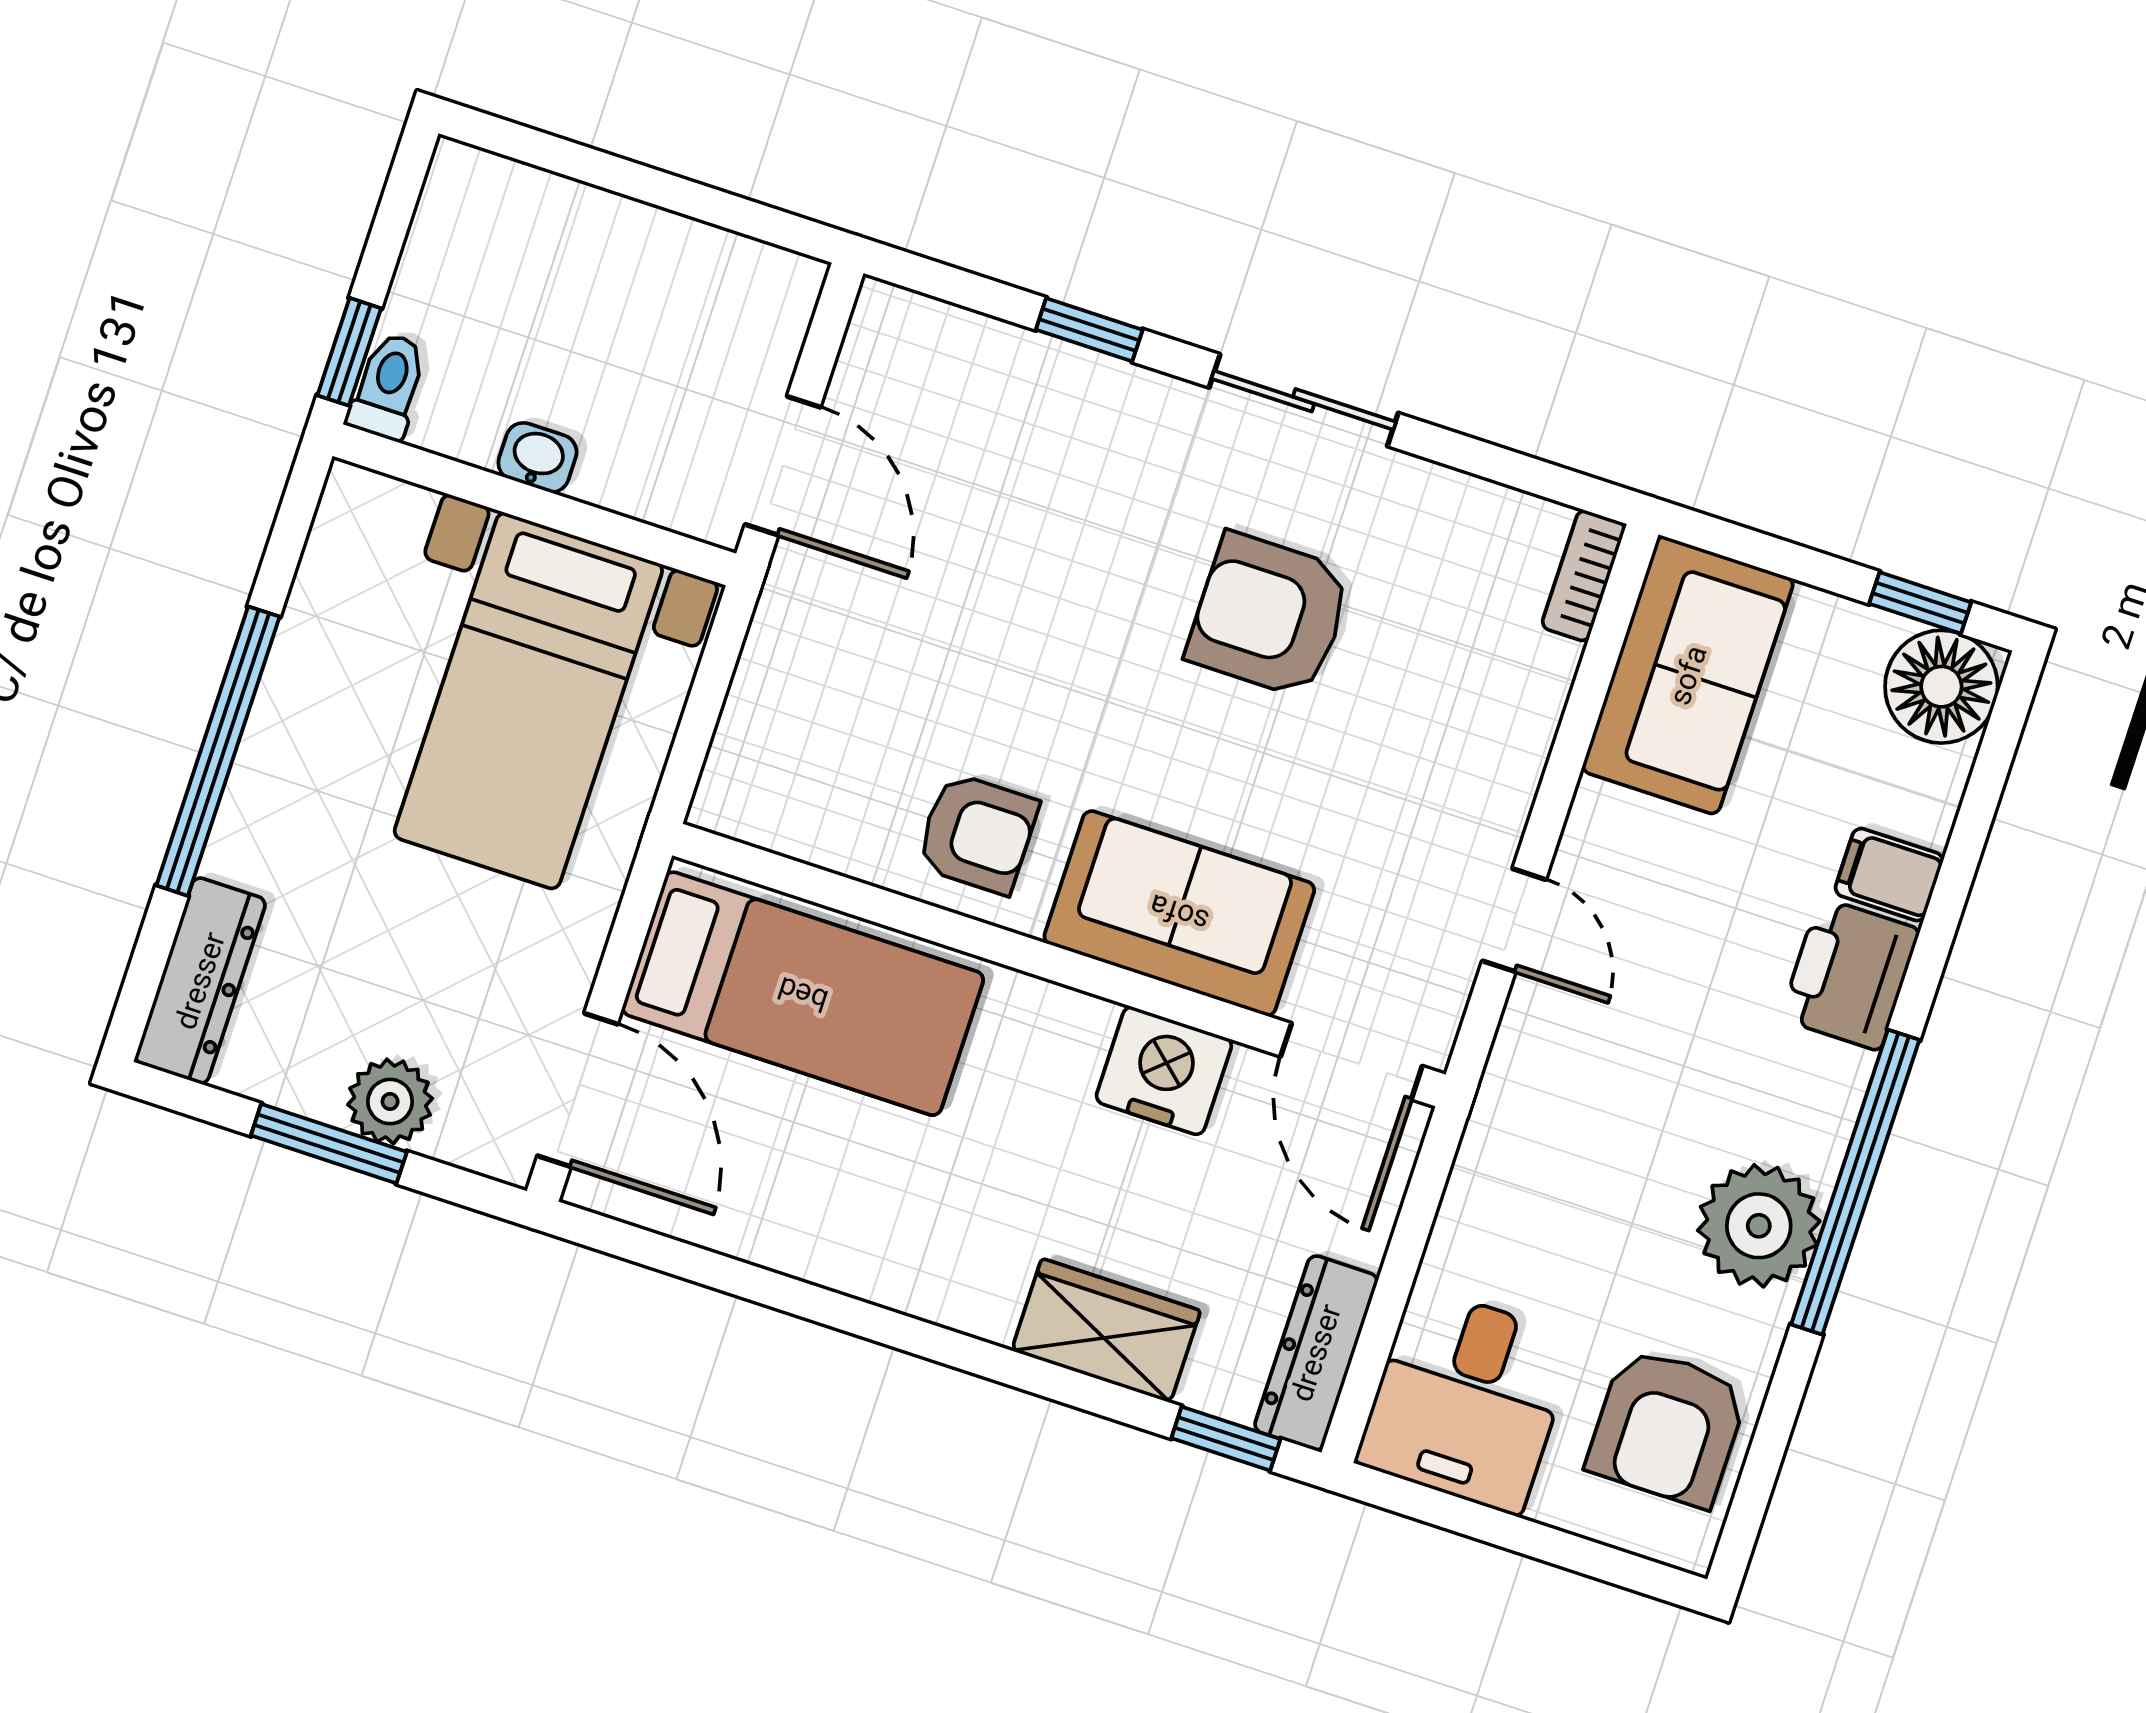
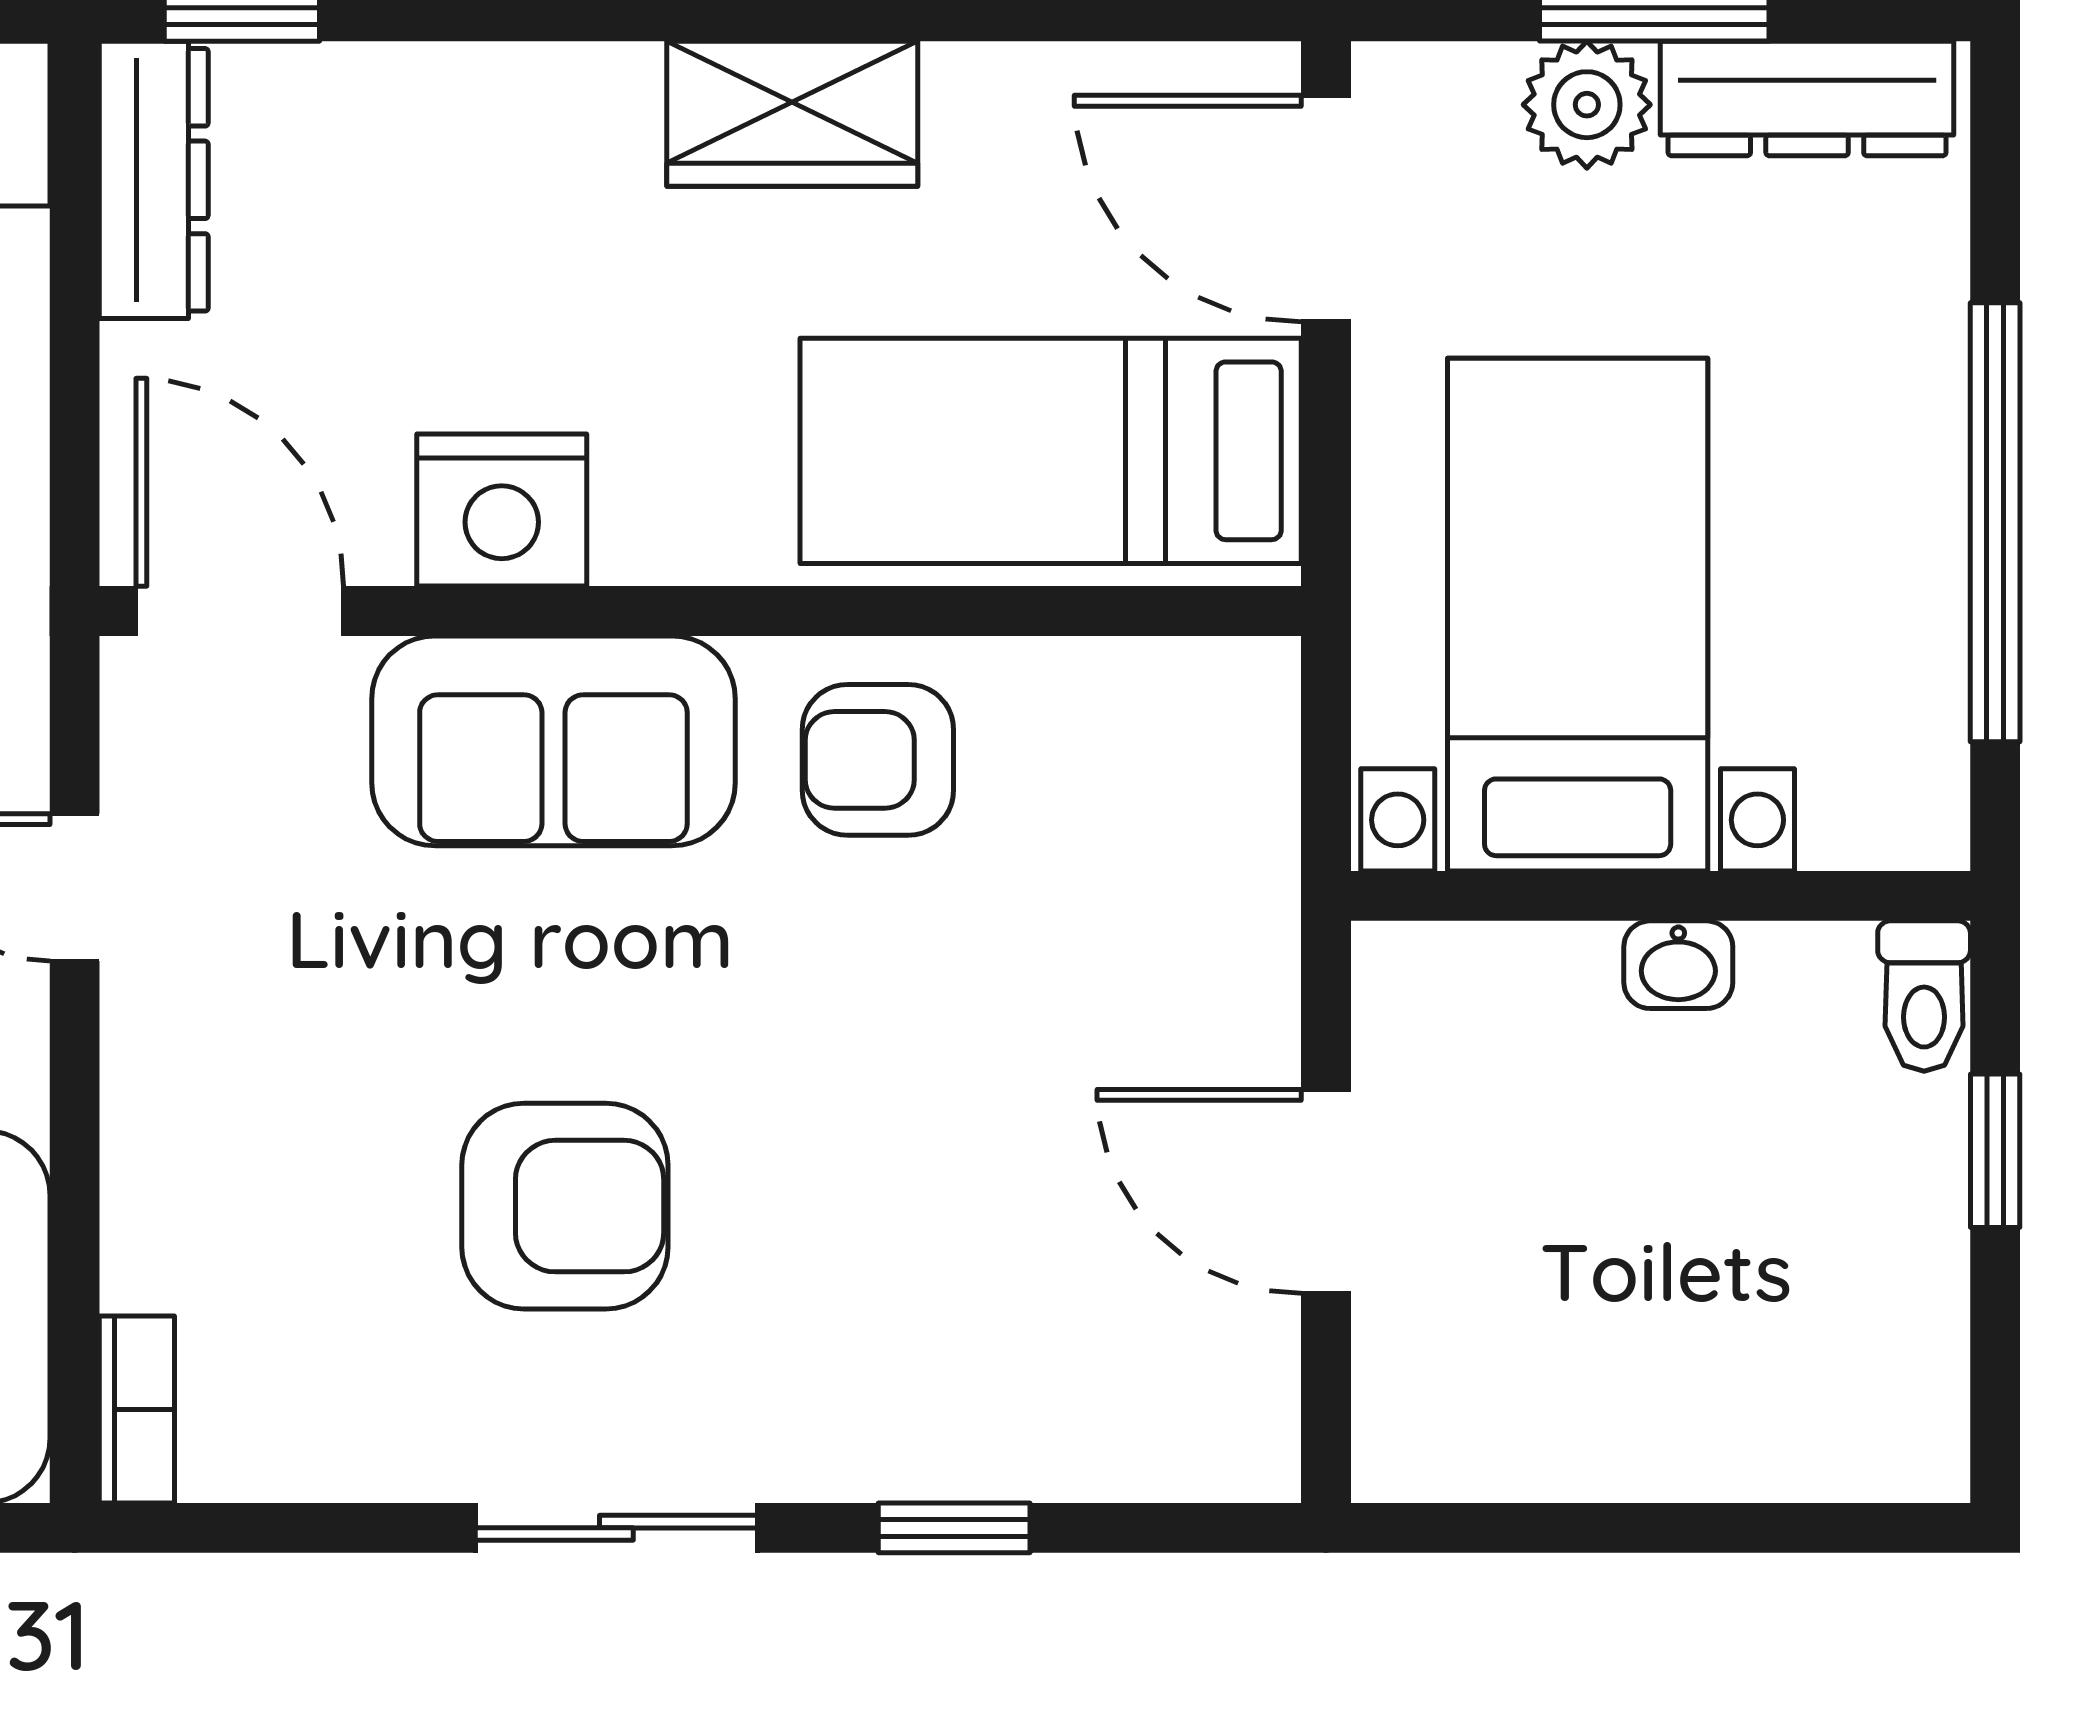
toilet: (388, 386) -> (1924, 996), moved
washbasin: (537, 457) -> (1678, 965), moved
wall: (534, 505) -> (1661, 896), moved
bed with nightstands: (528, 701) -> (1578, 615), moved
dresser: (200, 981) -> (1807, 98), moved, turned -90
wardrobe: (1106, 1331) -> (792, 114), moved

